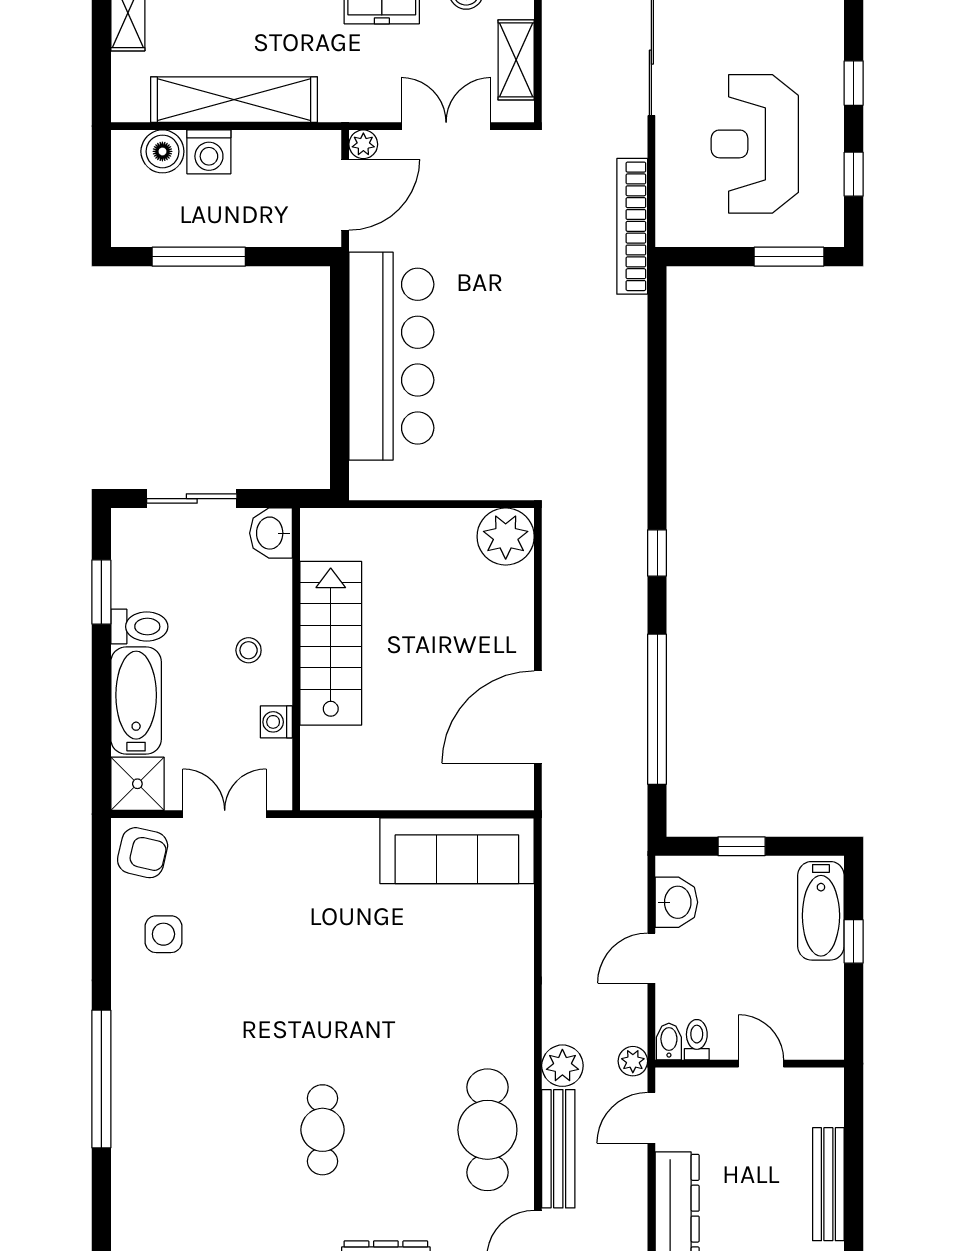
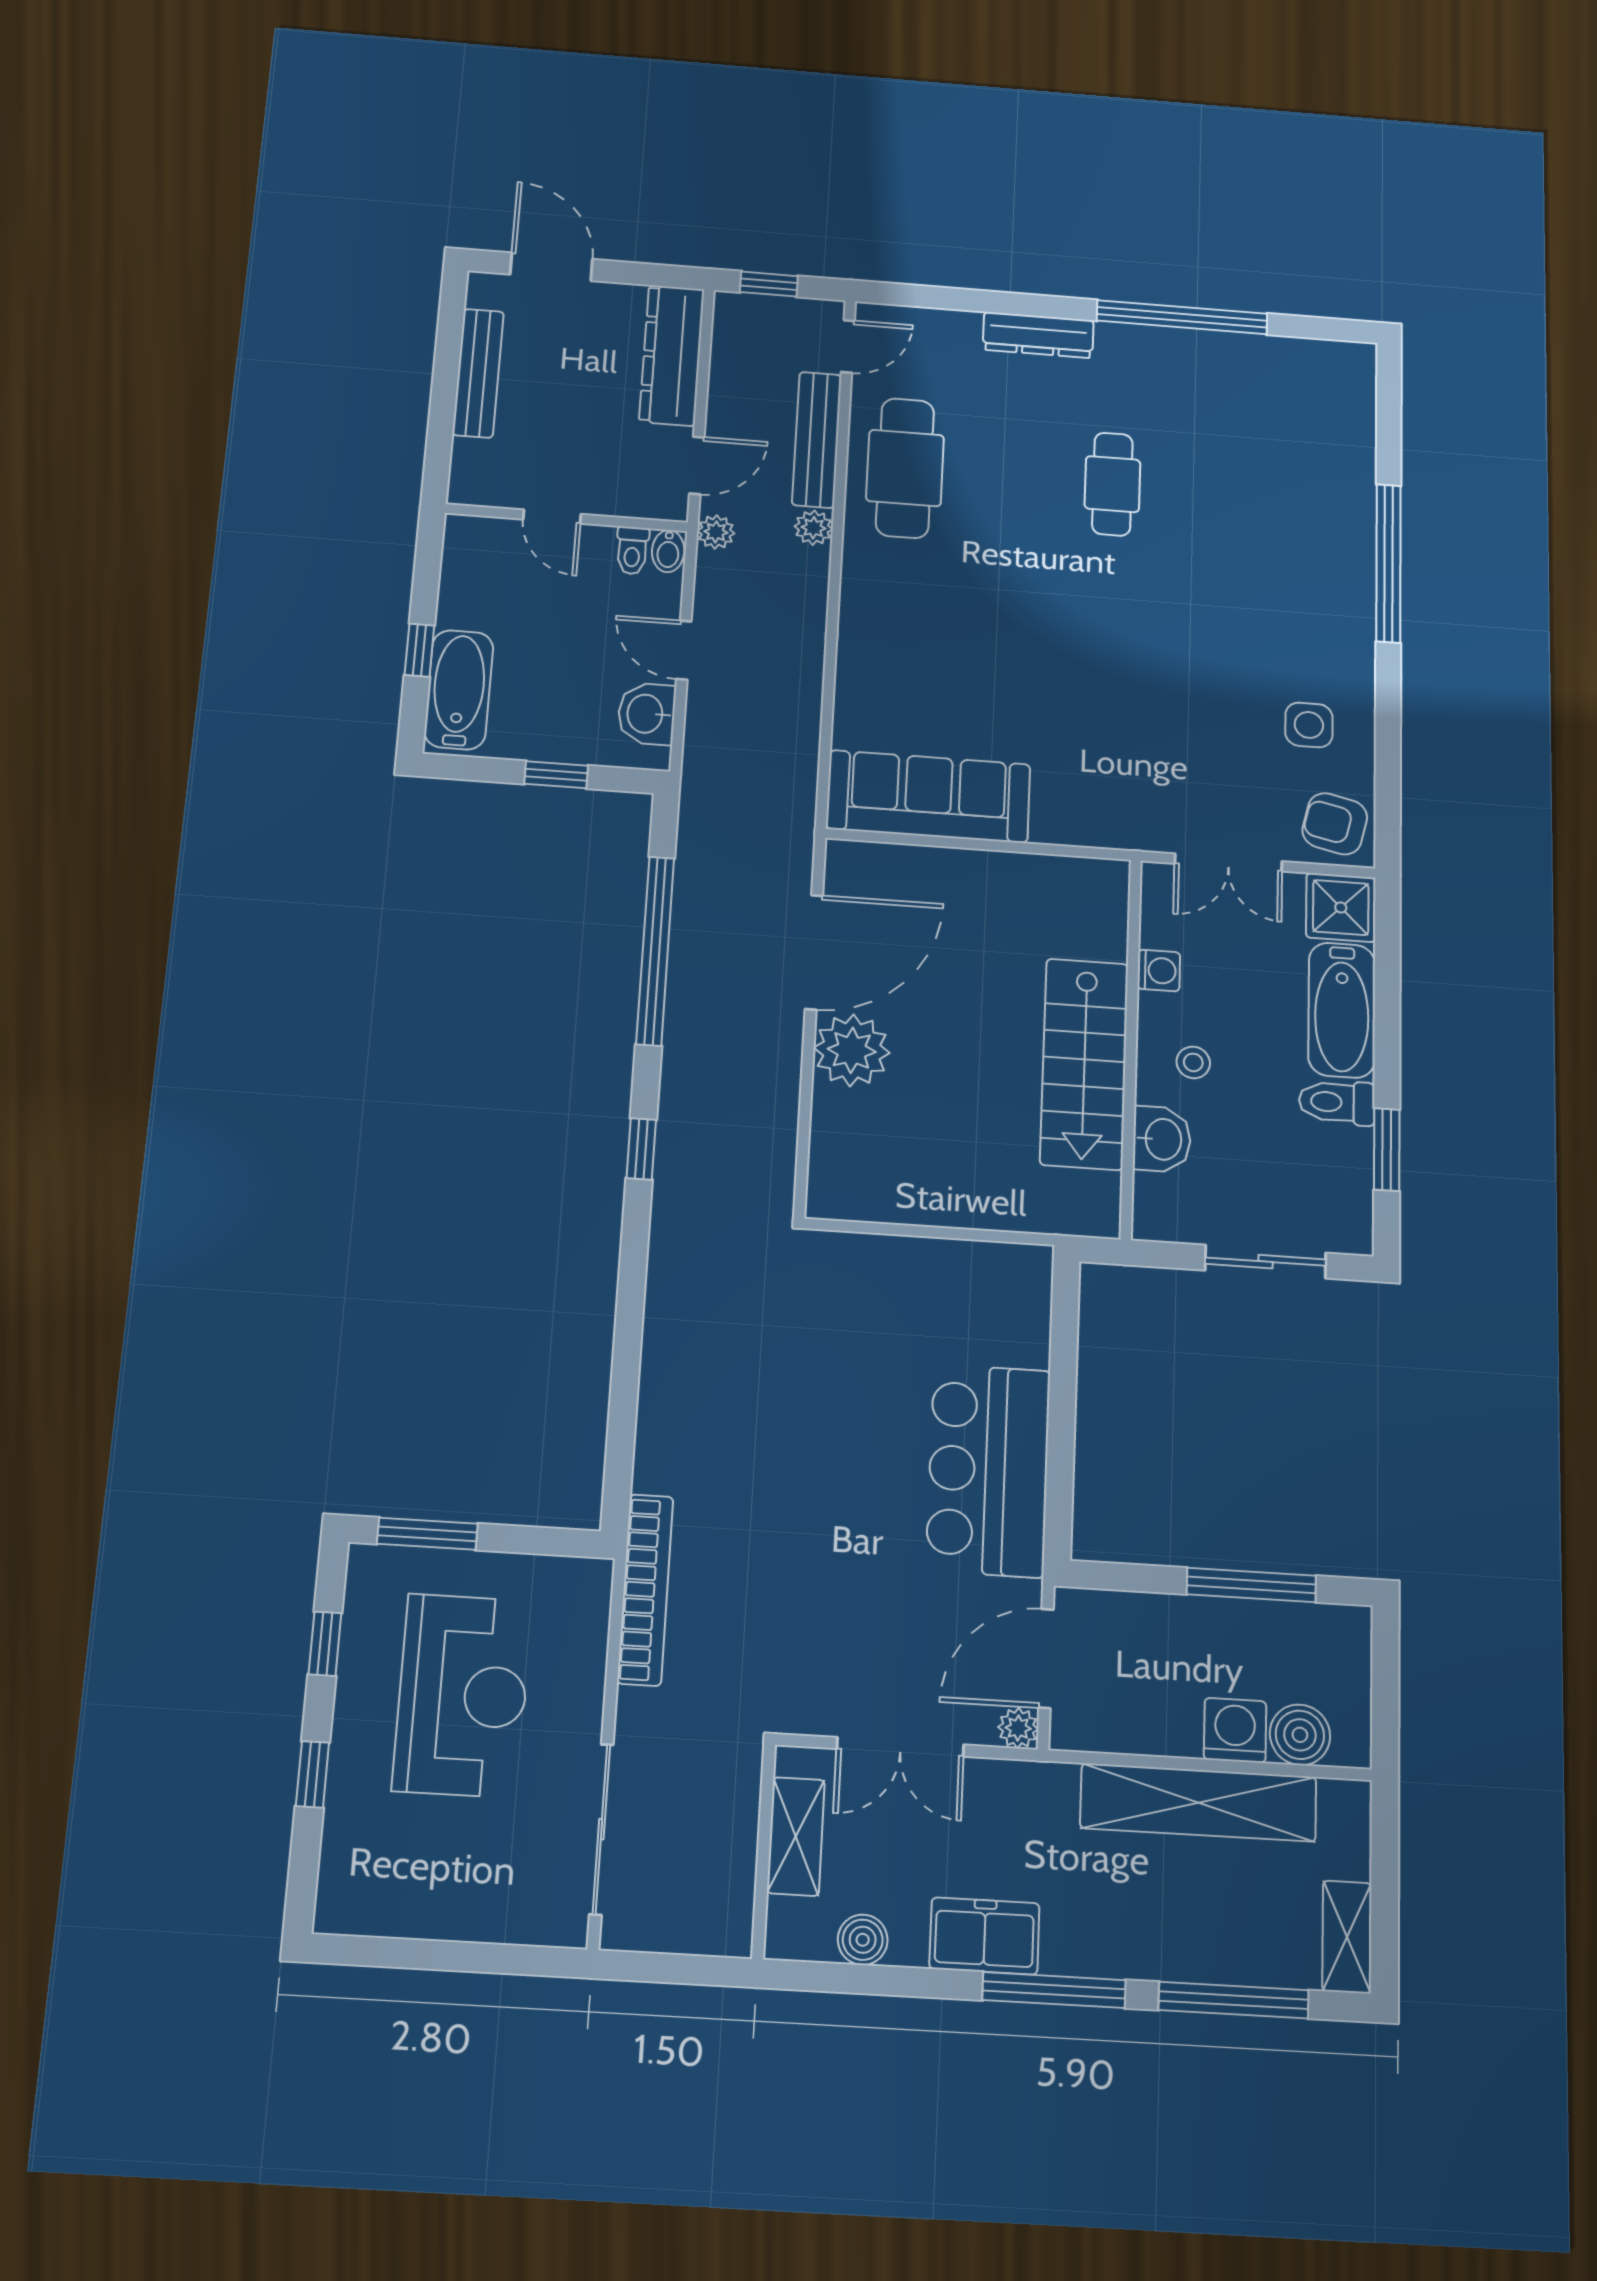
bar counter: (391, 356) -> (988, 1470), width x0.73
washbasin: (271, 533) -> (1162, 1139), moved
plant: (506, 537) -> (852, 1050), moved
door: (651, 958) -> (684, 650), swing flipped
plant: (562, 1066) -> (814, 528), width x0.73, depth x0.73

